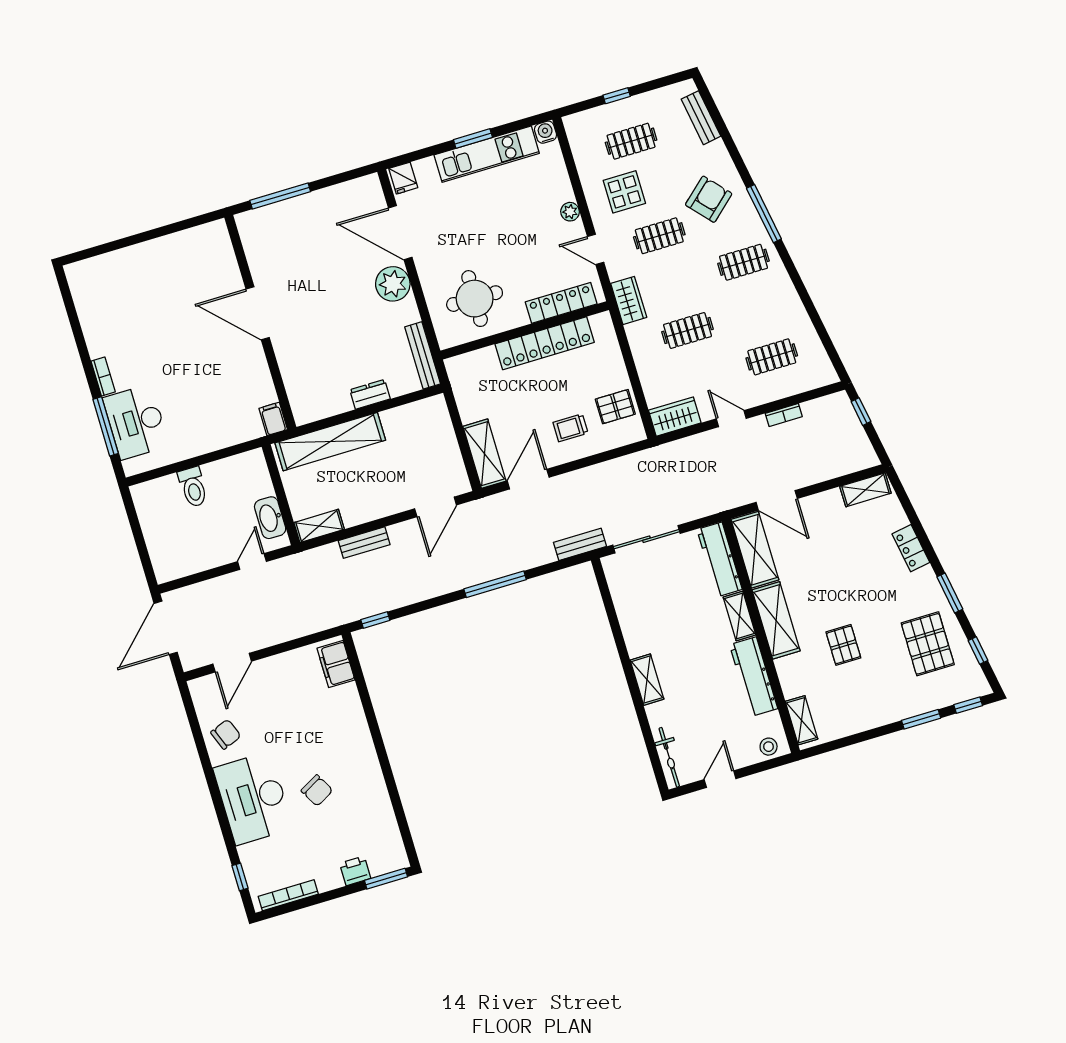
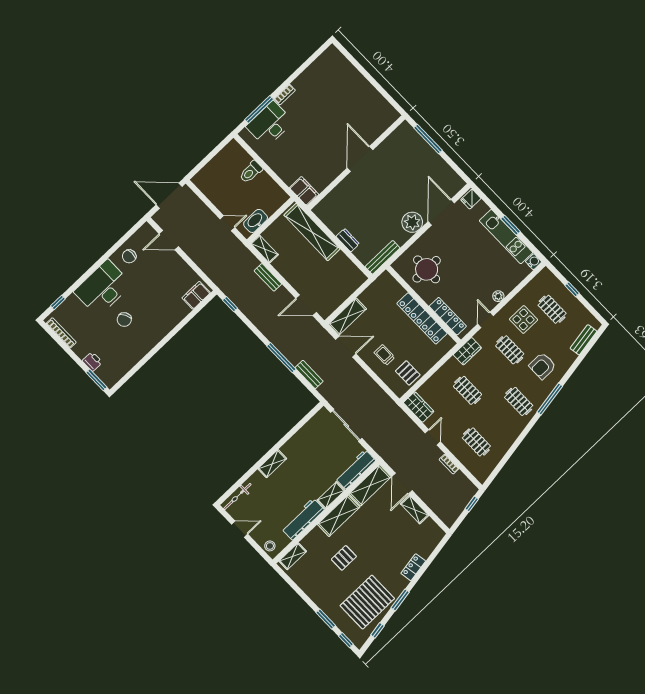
armchair: (709, 199) -> (542, 366), turned 132
filing cabinet: (273, 419) -> (304, 191), width x2.00
shelving: (865, 490) -> (415, 510), moved
bench: (580, 544) -> (309, 374), moved
pallet: (928, 644) -> (367, 602), width x1.37, depth x1.41
chair: (226, 734) -> (129, 256), turned 111

